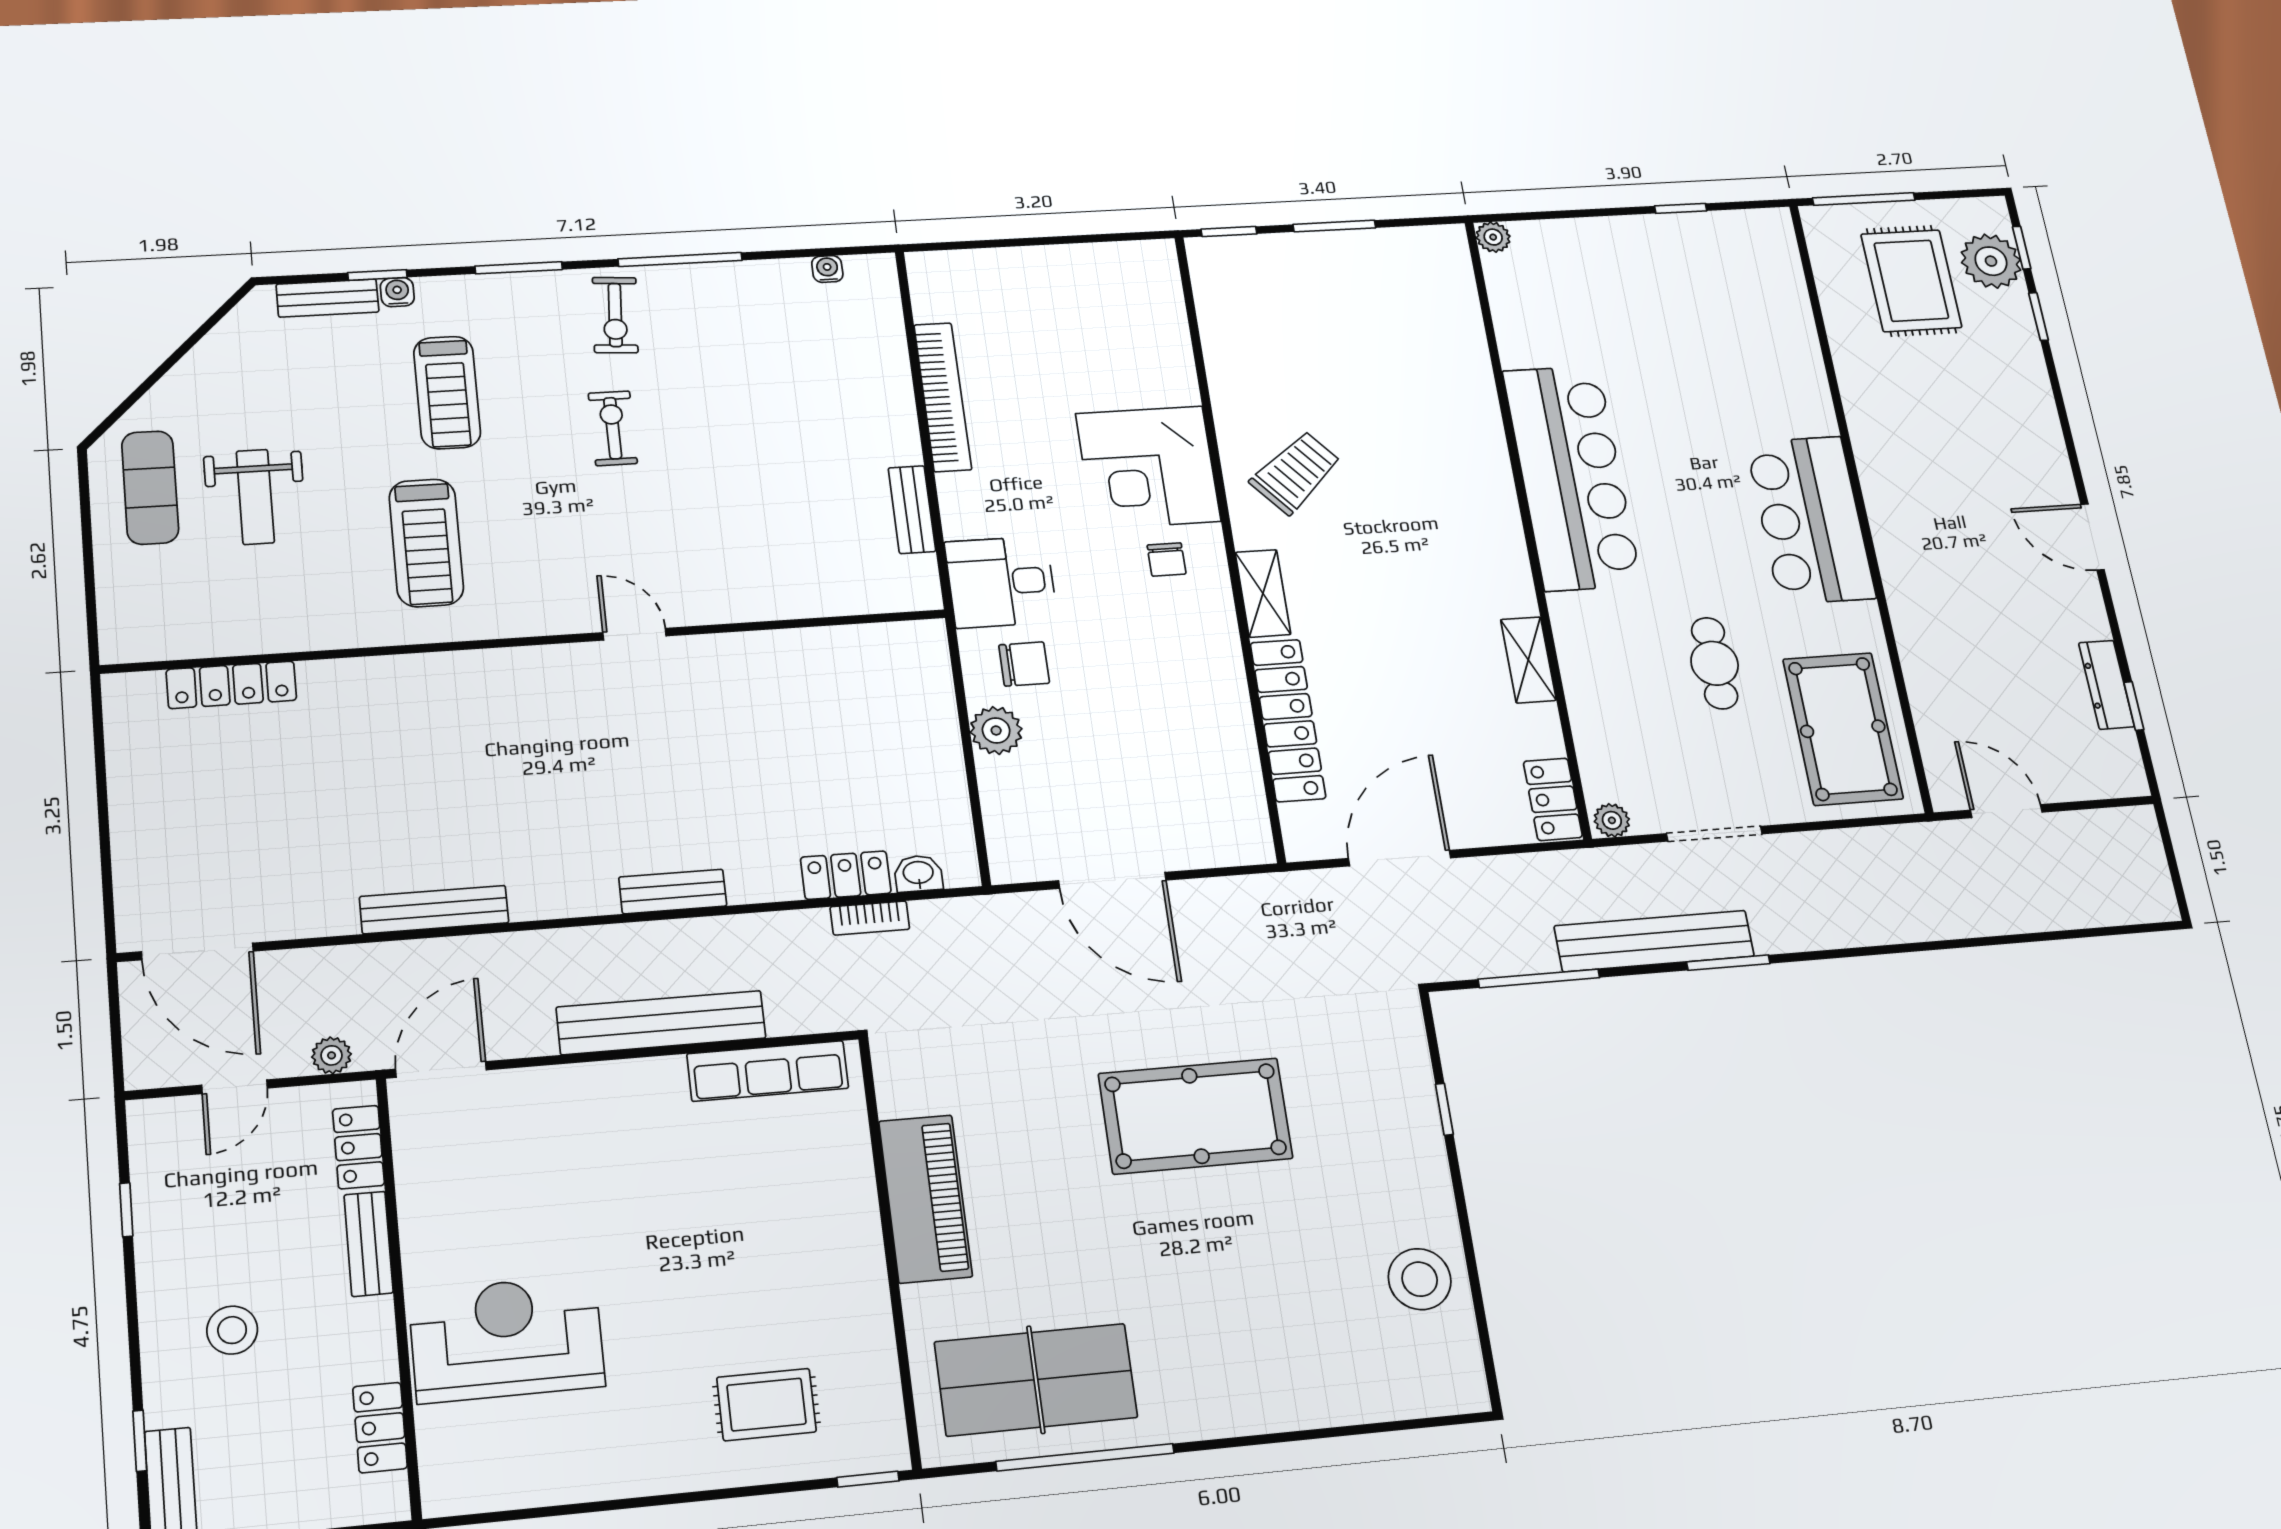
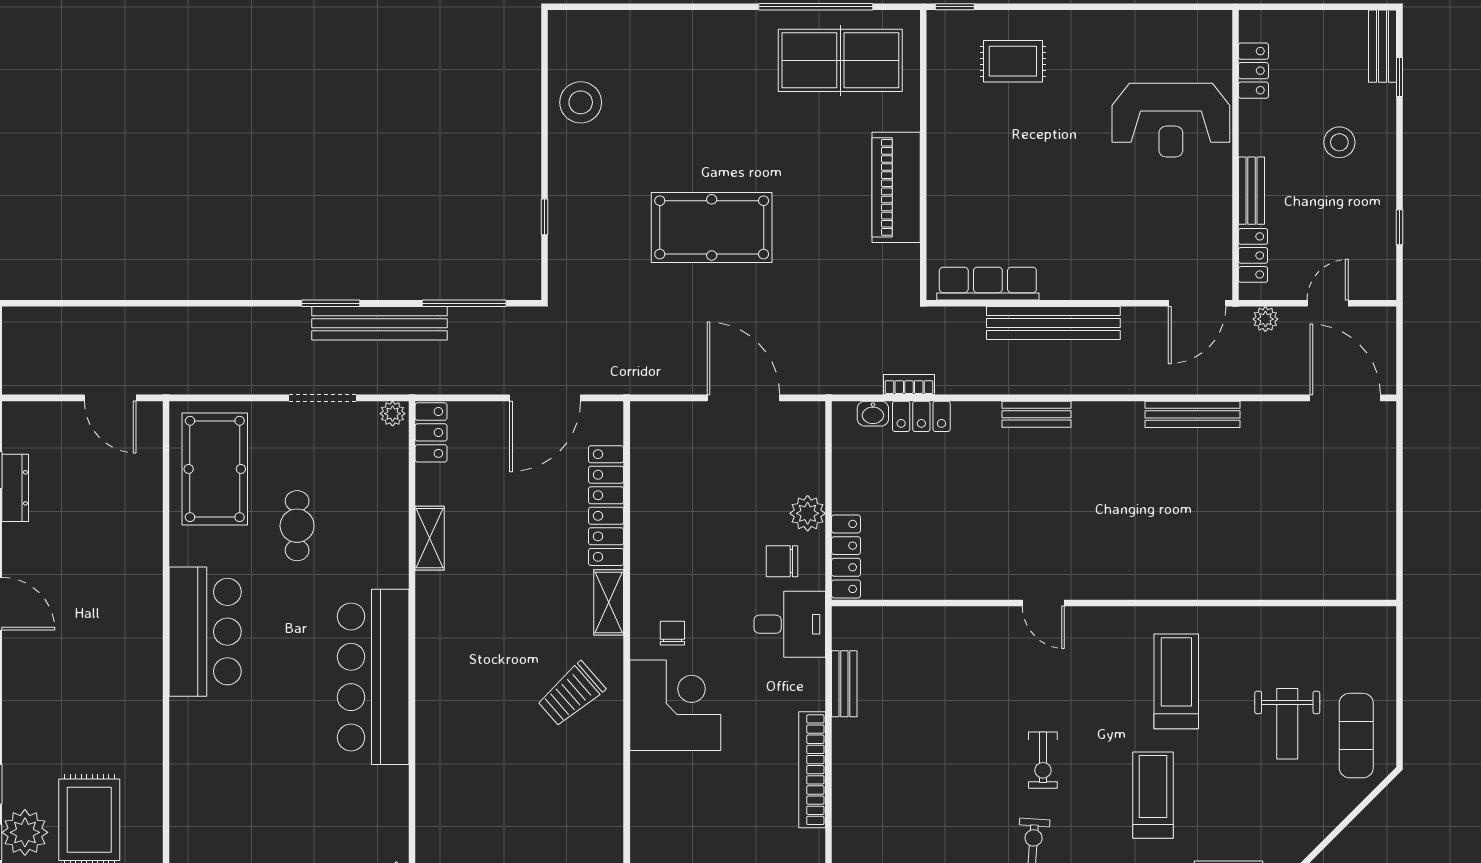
weight bench: (255, 497) -> (1287, 724), turned 180
locker: (231, 685) -> (846, 556), moved, turned 90

